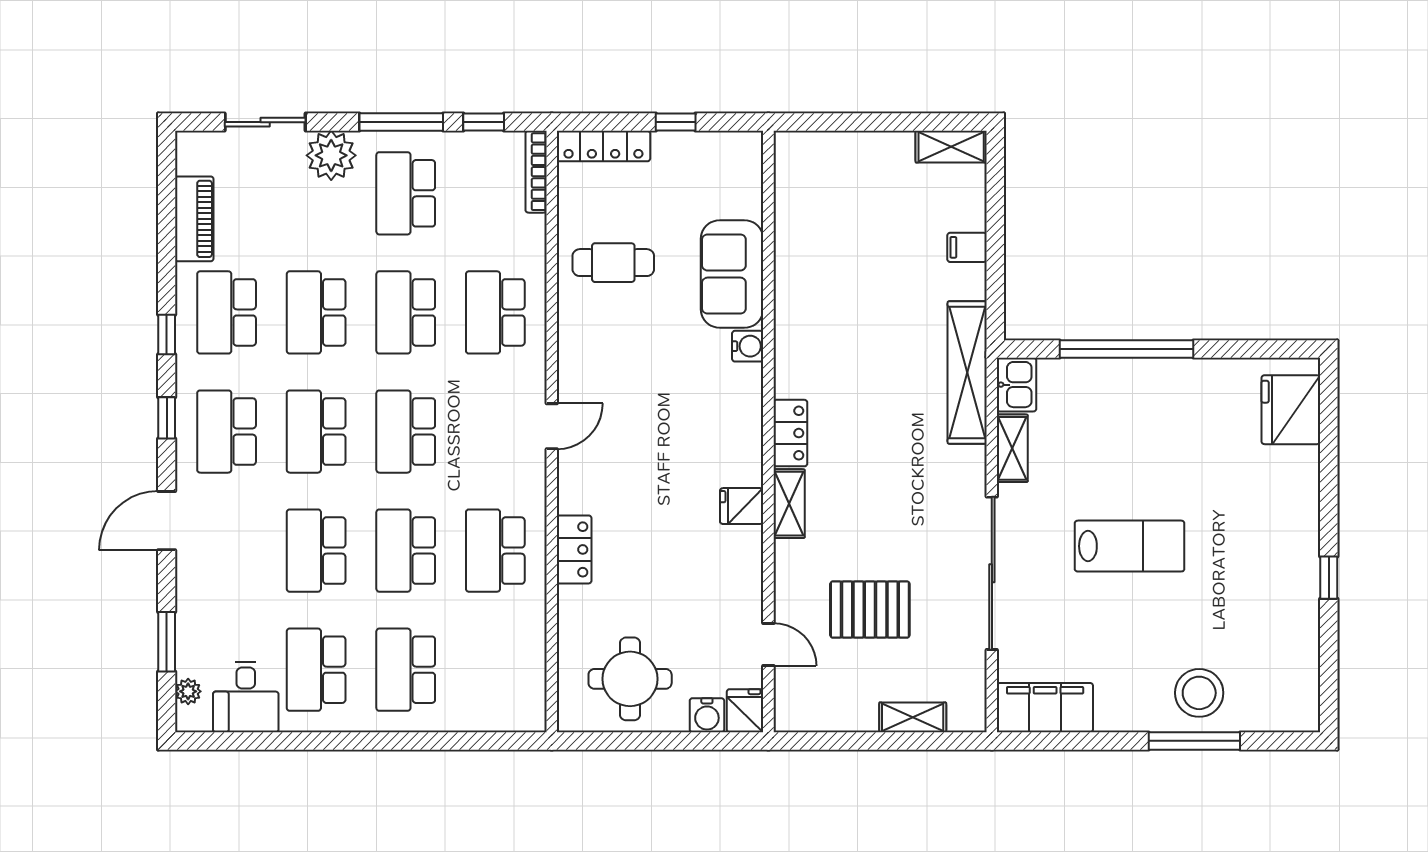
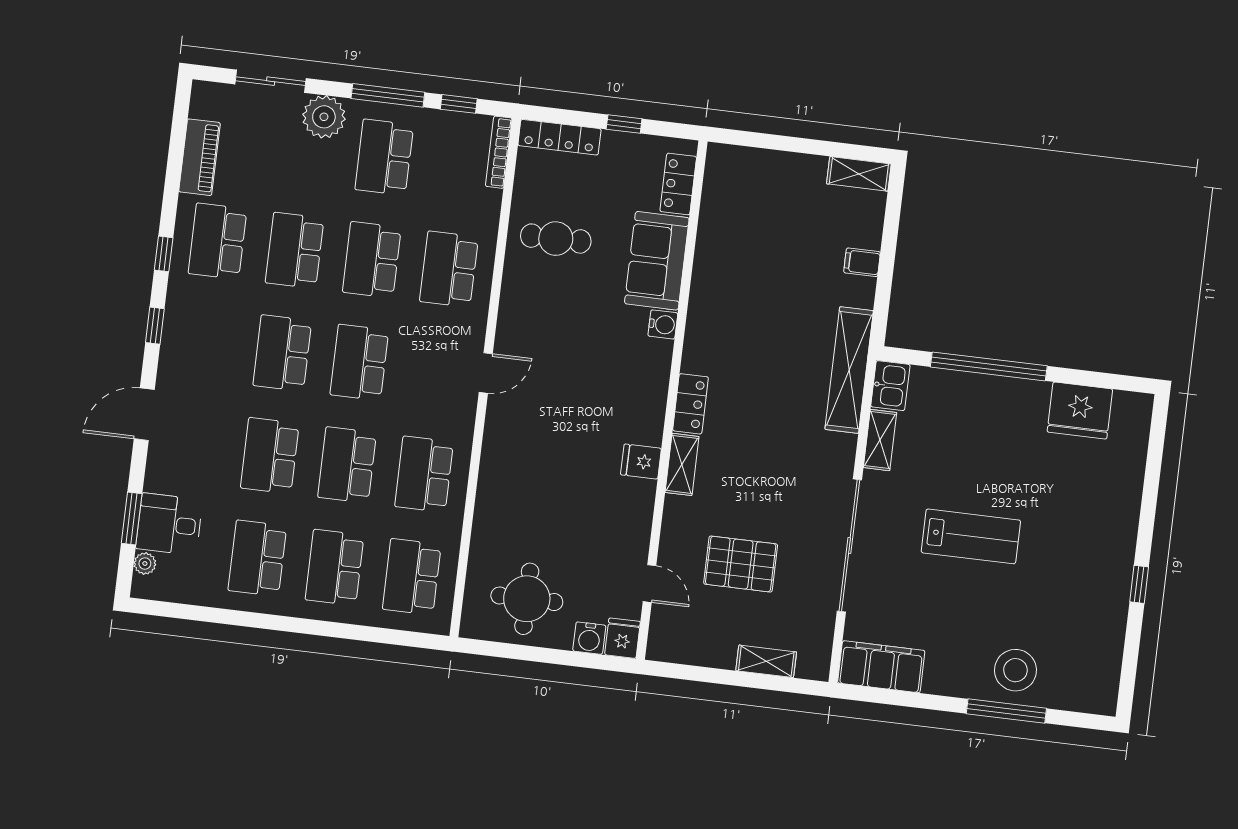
fridge: (1291, 410) -> (1080, 411), moved, turned -90
school desk: (227, 432) -> (412, 577), moved
locker: (574, 549) -> (678, 184), moved, turned 180
desk: (246, 697) -> (169, 524), moved, turned 90

